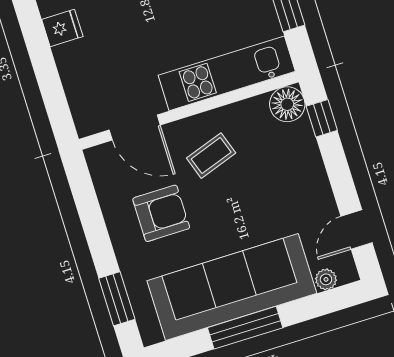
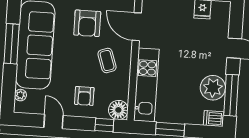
door: (135, 127) -> (137, 27), hinge flipped
armchair: (286, 171) -> (84, 96), added
door: (357, 229) -> (54, 122), moved

